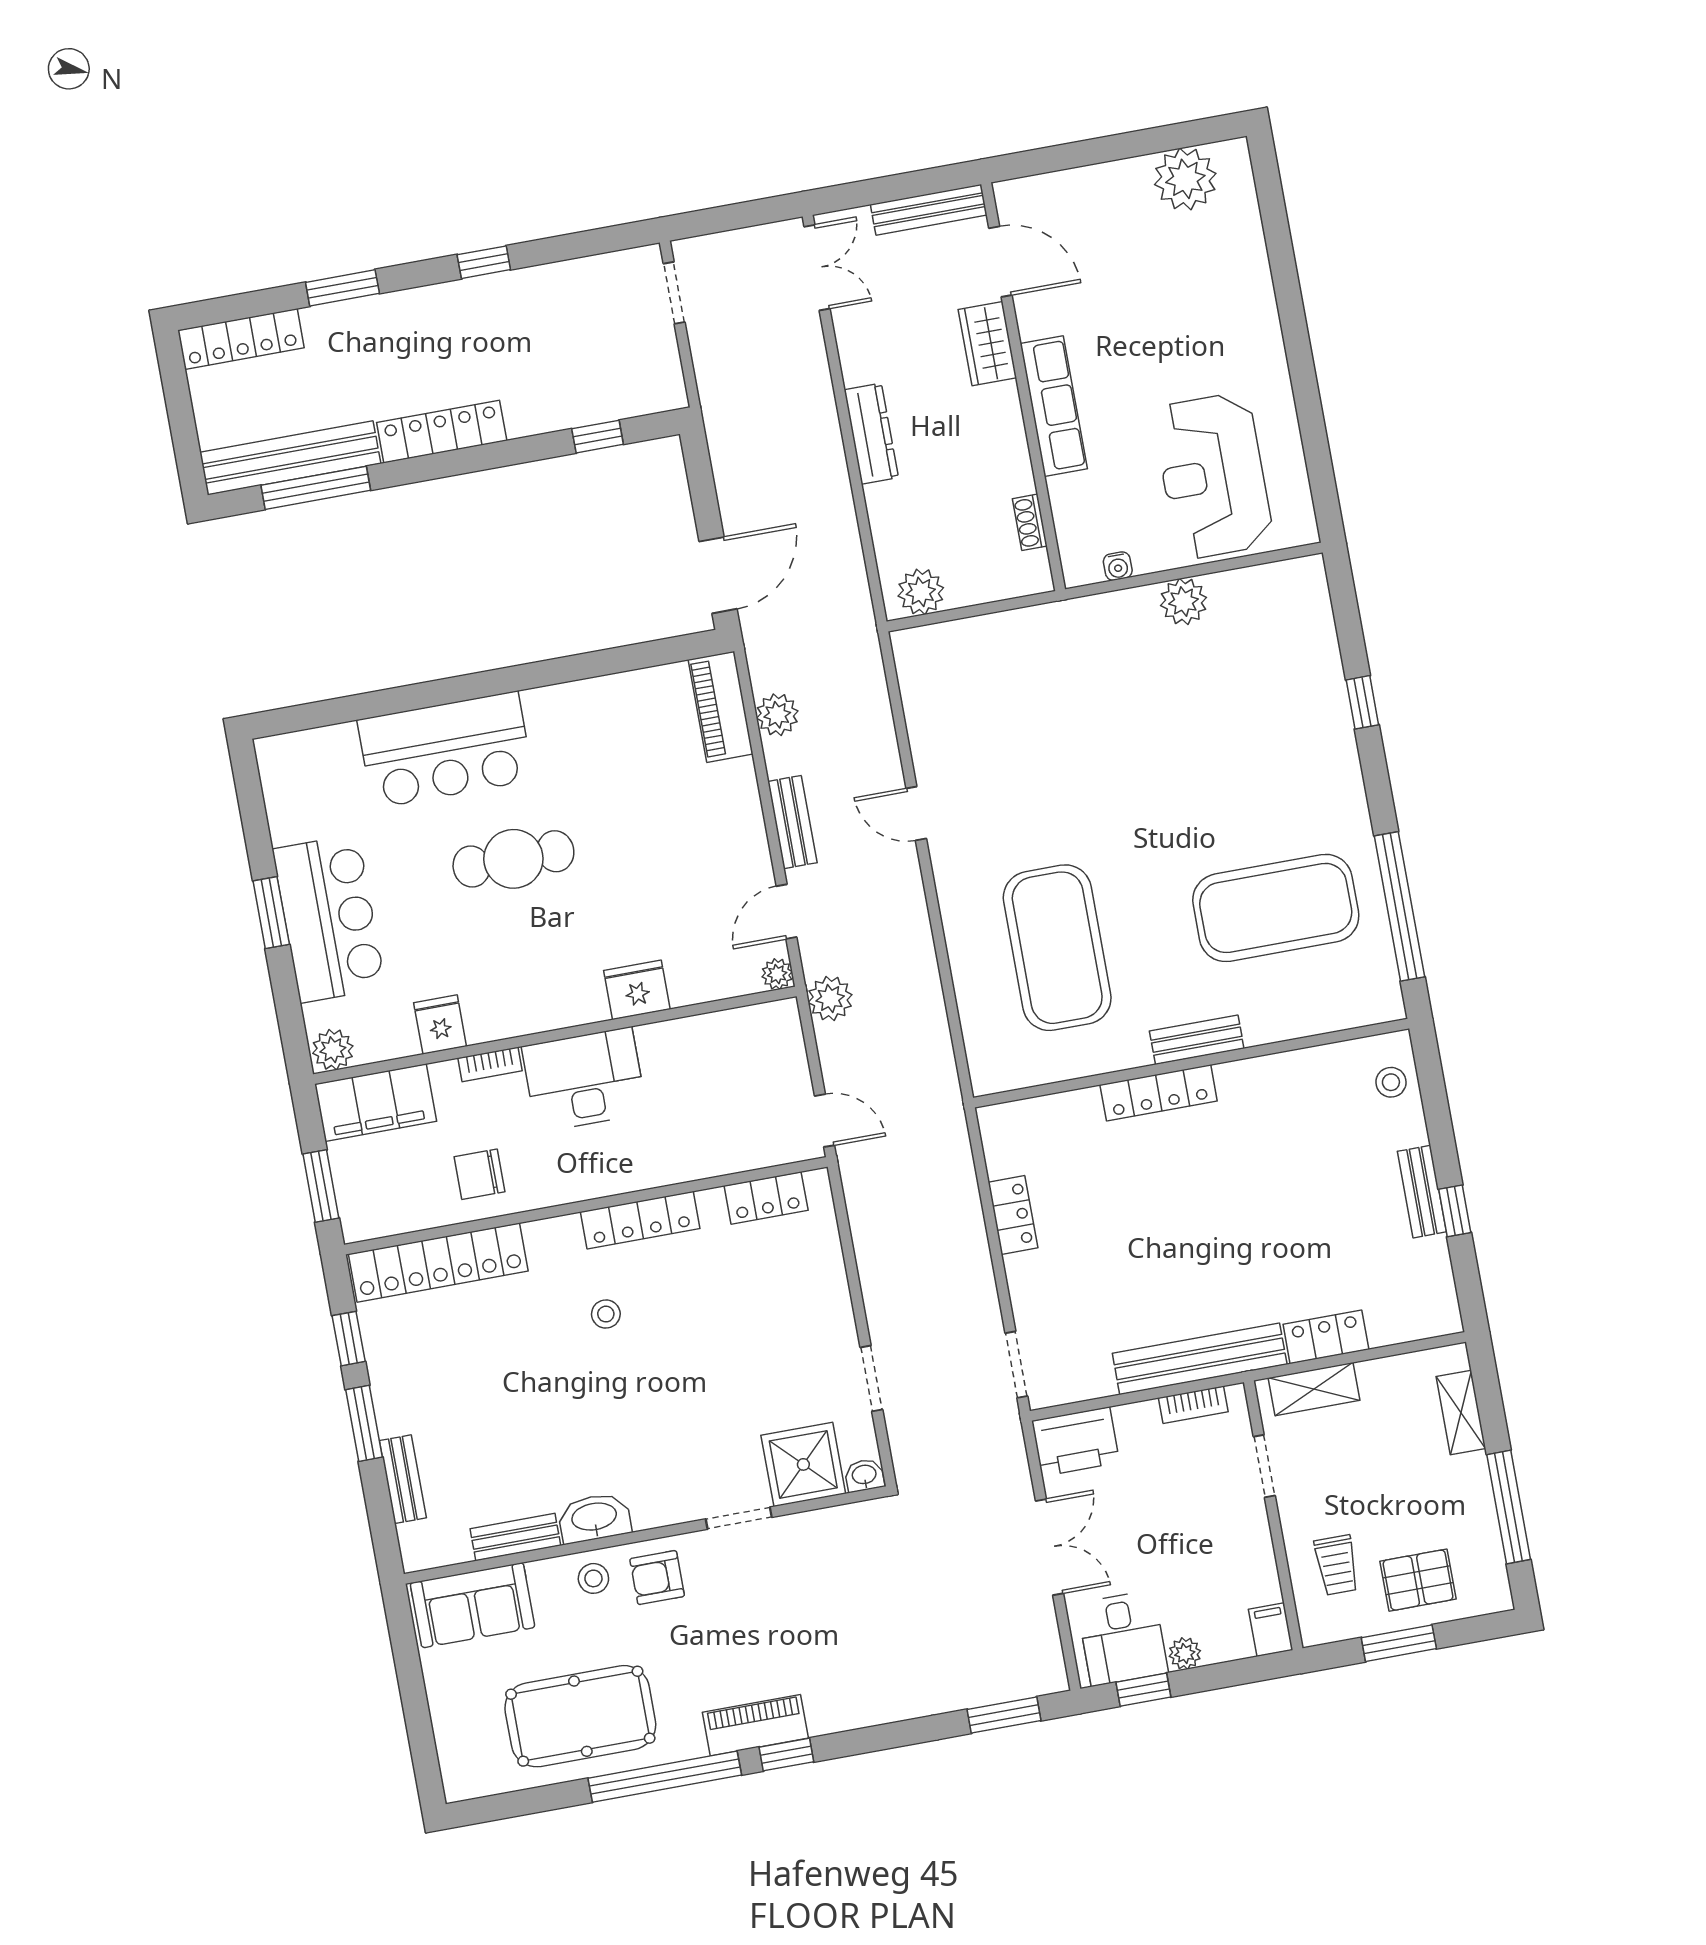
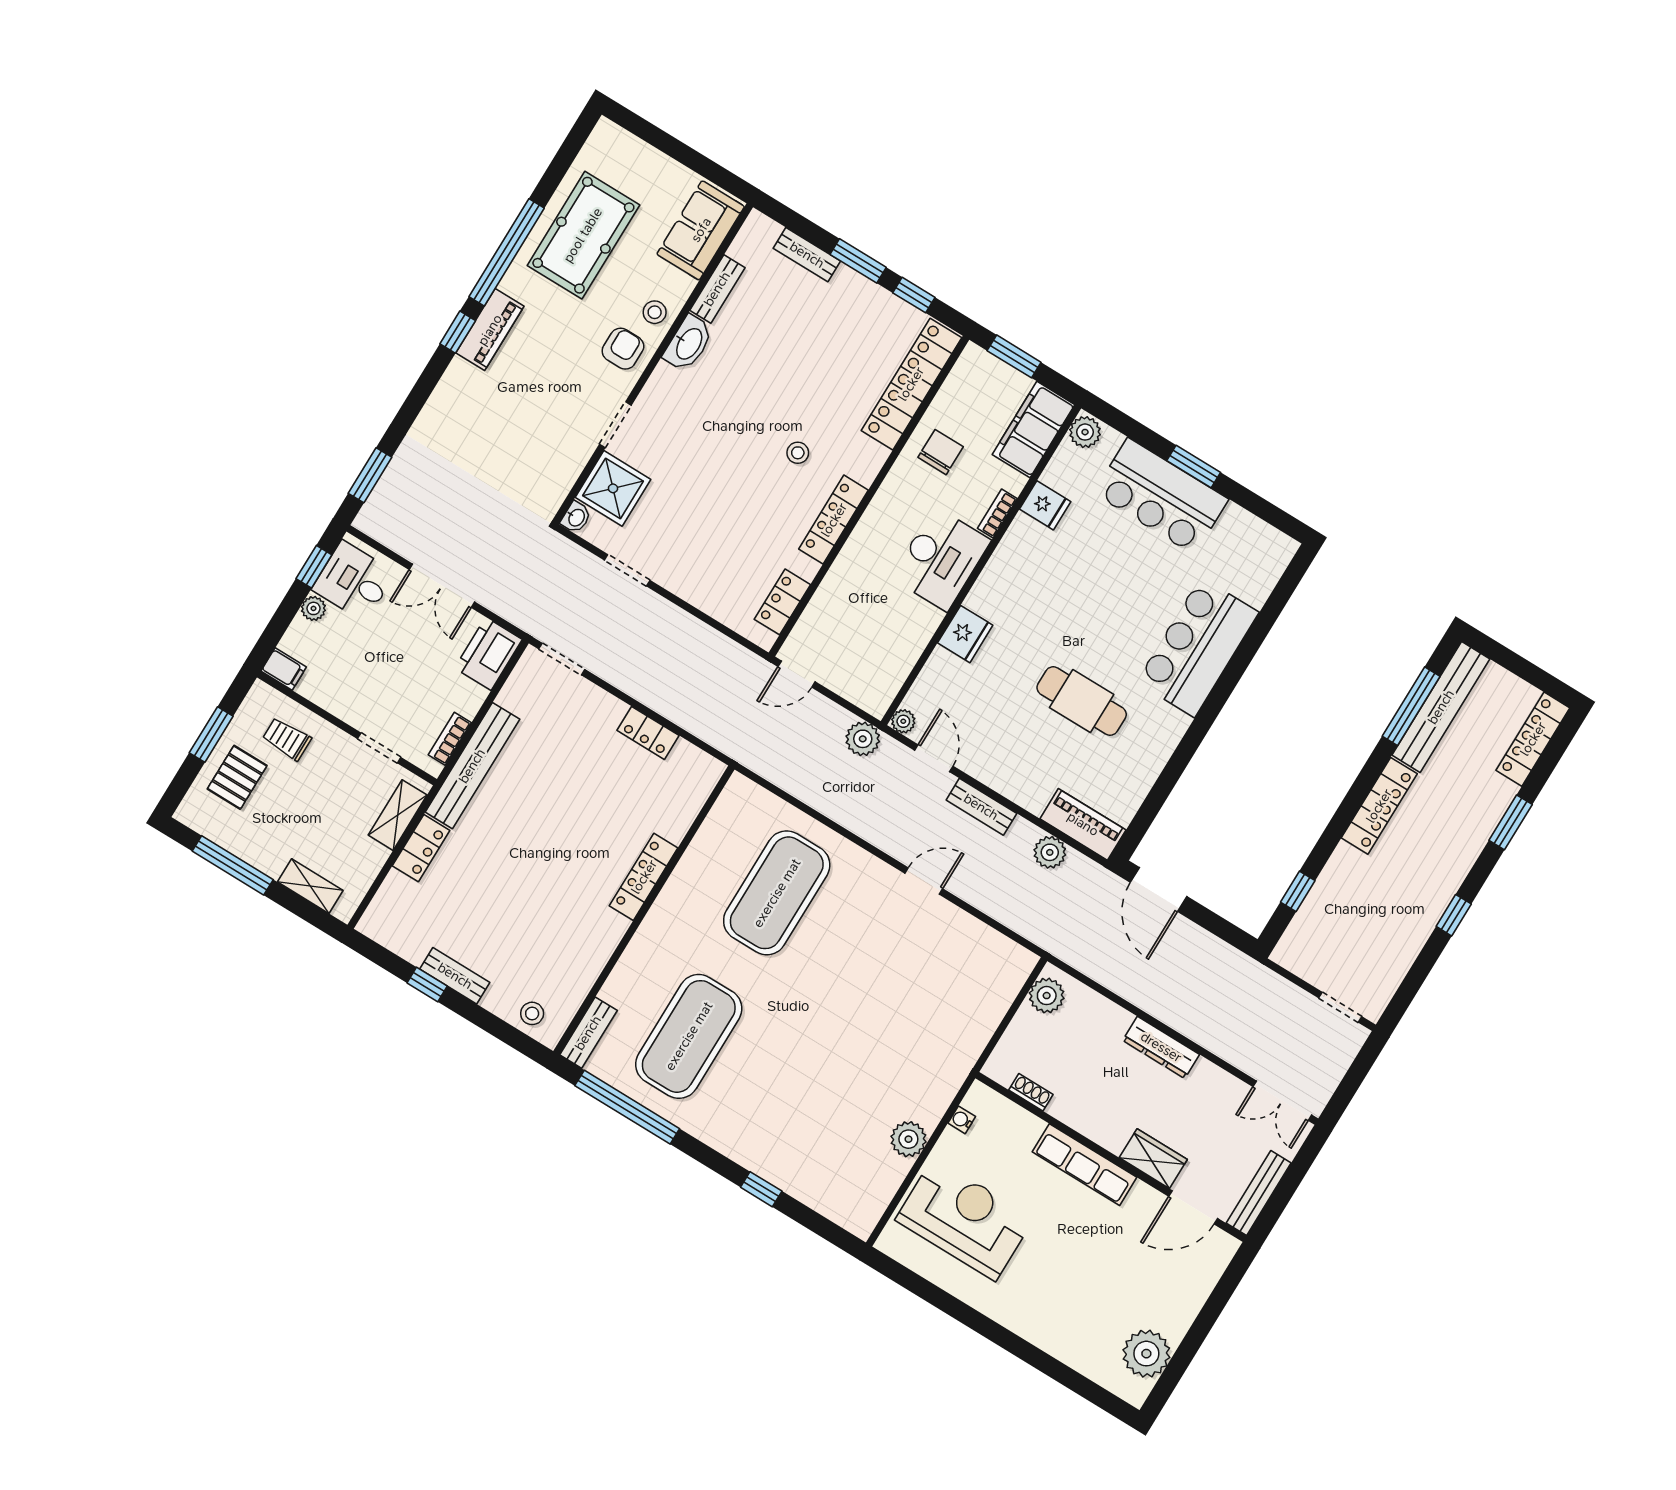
cafe table: (513, 859) -> (1082, 701), moved, turned 90
exercise mat: (1057, 948) -> (777, 893), turned 90
bench: (1197, 1040) -> (588, 1033), moved

